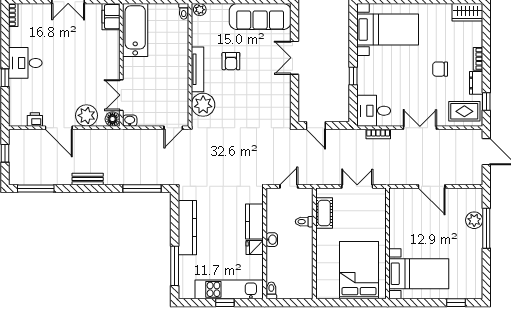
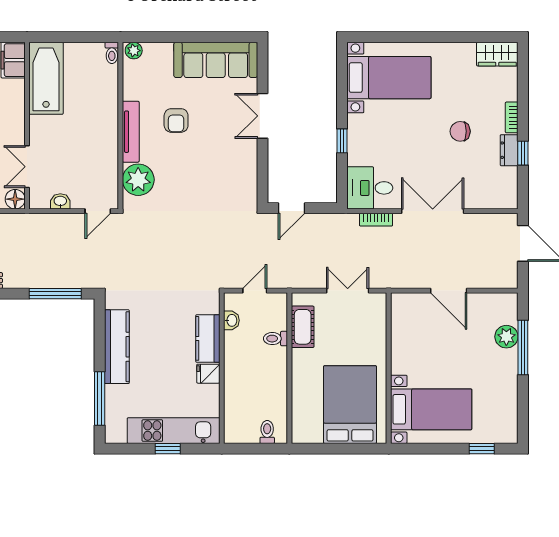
window: (486, 101) -> (523, 153), moved
rug: (464, 111) -> (493, 189), removed
washbasin: (130, 121) -> (60, 201), moved
door: (316, 126) -> (291, 208), hinge flipped
double door: (420, 128) -> (433, 211), width x1.37
washbasin: (272, 240) -> (231, 320), moved
toilet: (271, 290) -> (267, 432), moved

